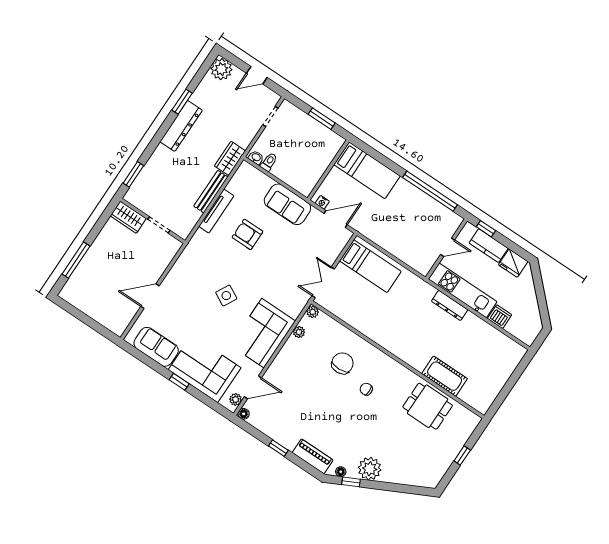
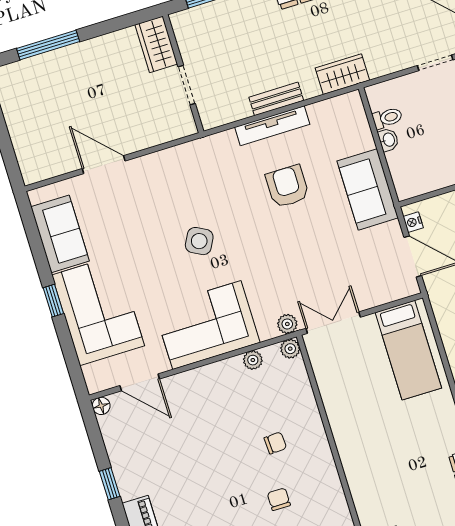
washbasin: (256, 157) -> (388, 140), moved
bench: (211, 192) -> (276, 99), width x0.73
chair: (342, 363) -> (275, 443), width x0.54, depth x0.54
plant: (236, 399) -> (287, 324), moved

